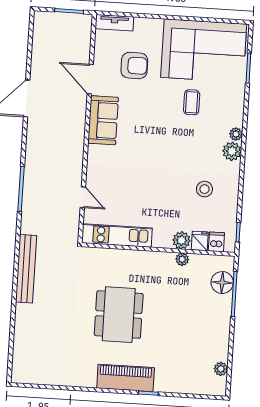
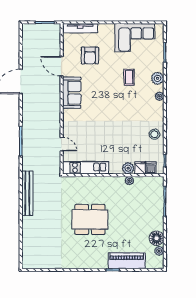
tv unit: (114, 23) -> (80, 28), width x1.41
corner sofa: (204, 51) -> (135, 38), width x0.73, depth x0.74
armchair: (134, 66) -> (90, 55), turned 90
plant: (232, 151) -> (158, 78), moved
stool: (204, 189) -> (154, 134), moved
floor lamp: (222, 283) -> (157, 238), moved
dining table: (119, 315) -> (90, 219), turned 90
piano: (126, 378) -> (127, 261), moved

